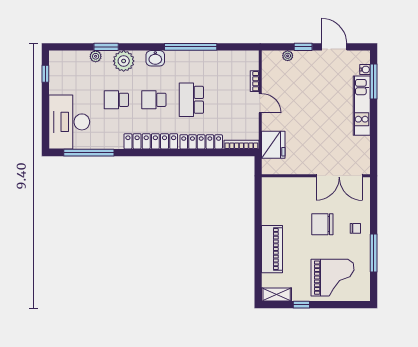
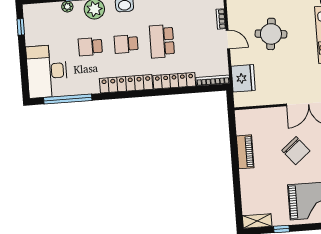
round table: (306, 101) -> (271, 34), added
chair: (322, 224) -> (296, 151), turned -130
piano: (272, 249) -> (245, 152), moved, width x0.73, depth x0.75

